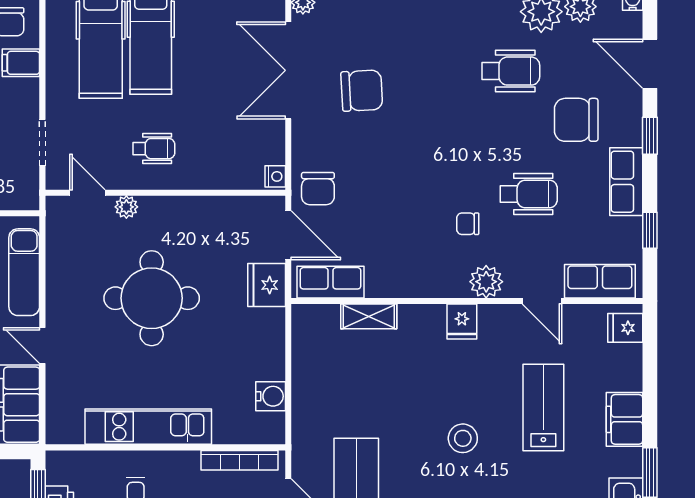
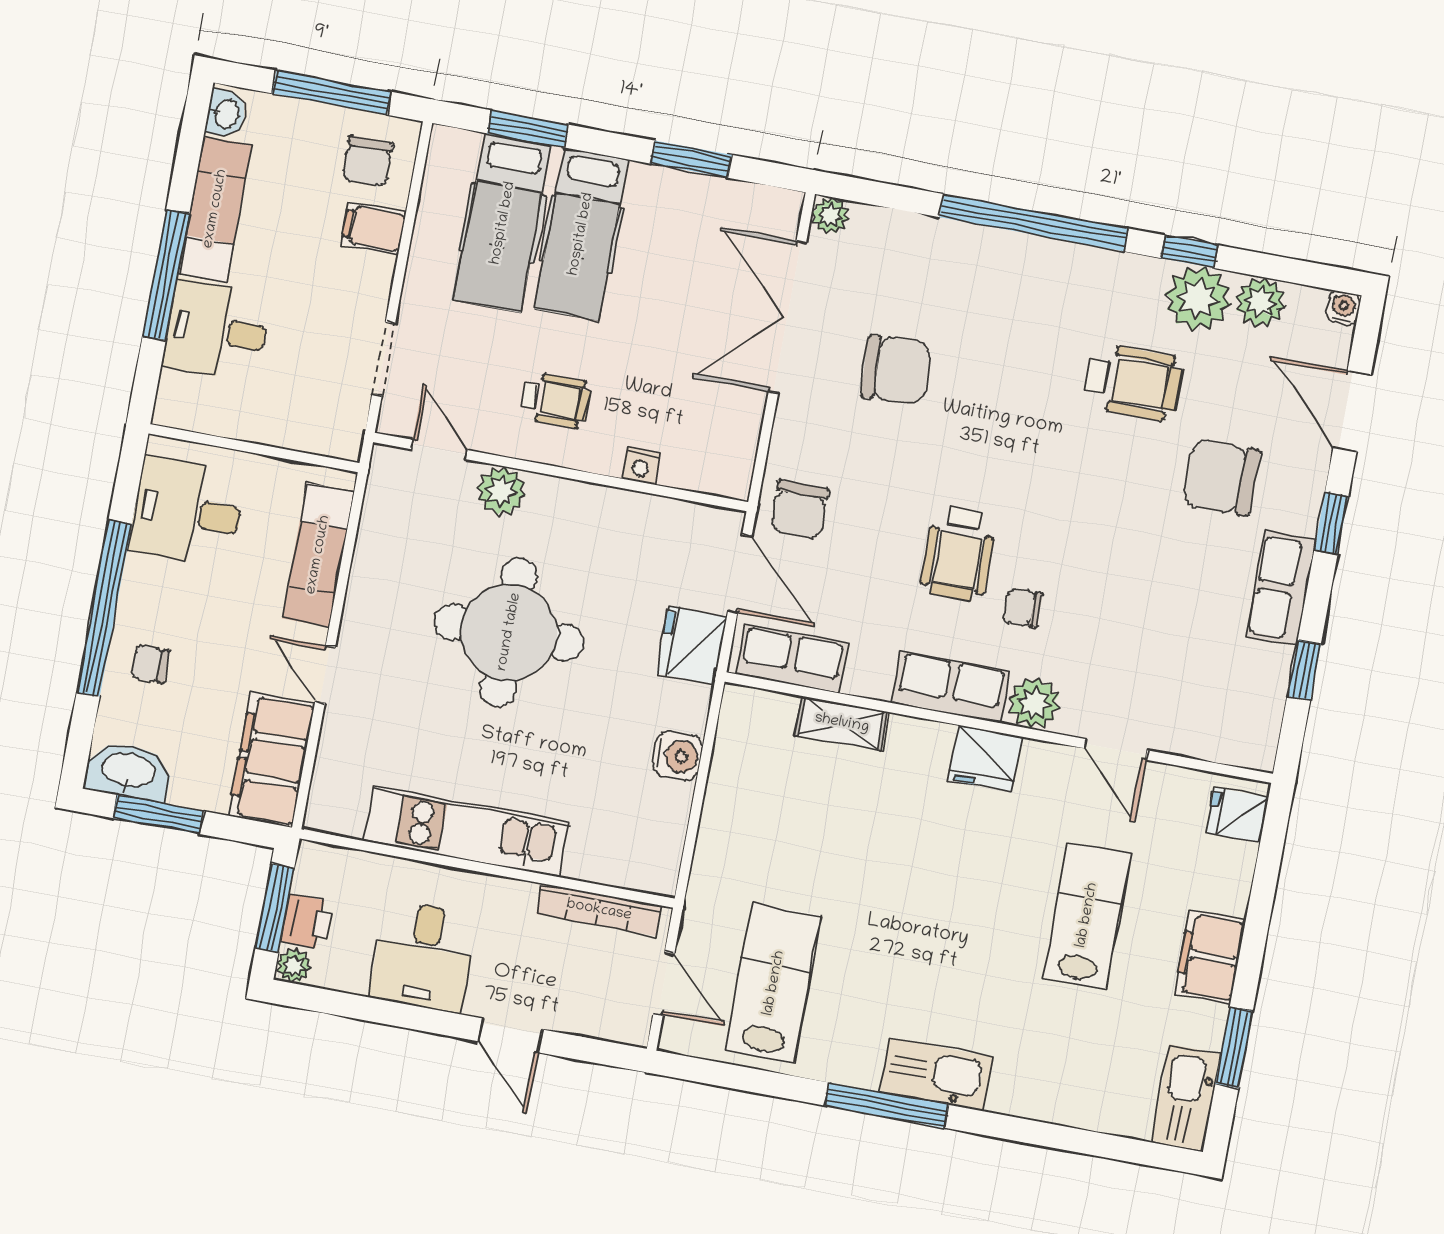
nightstand: (275, 176) -> (641, 466), moved, turned 90
wheelchair: (529, 194) -> (959, 553), moved, turned 90
plant: (126, 207) -> (501, 491), width x1.38, depth x1.38
row of seats: (600, 281) -> (951, 687), moved
fridge: (462, 322) -> (985, 758), width x1.38
water cooler: (271, 396) -> (678, 756), moved
stool: (463, 438) -> (953, 940), removed

